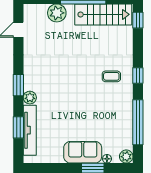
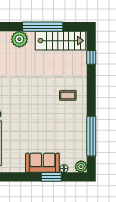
window: (138, 20) -> (91, 57), moved
window: (138, 76) -> (91, 95), removed

